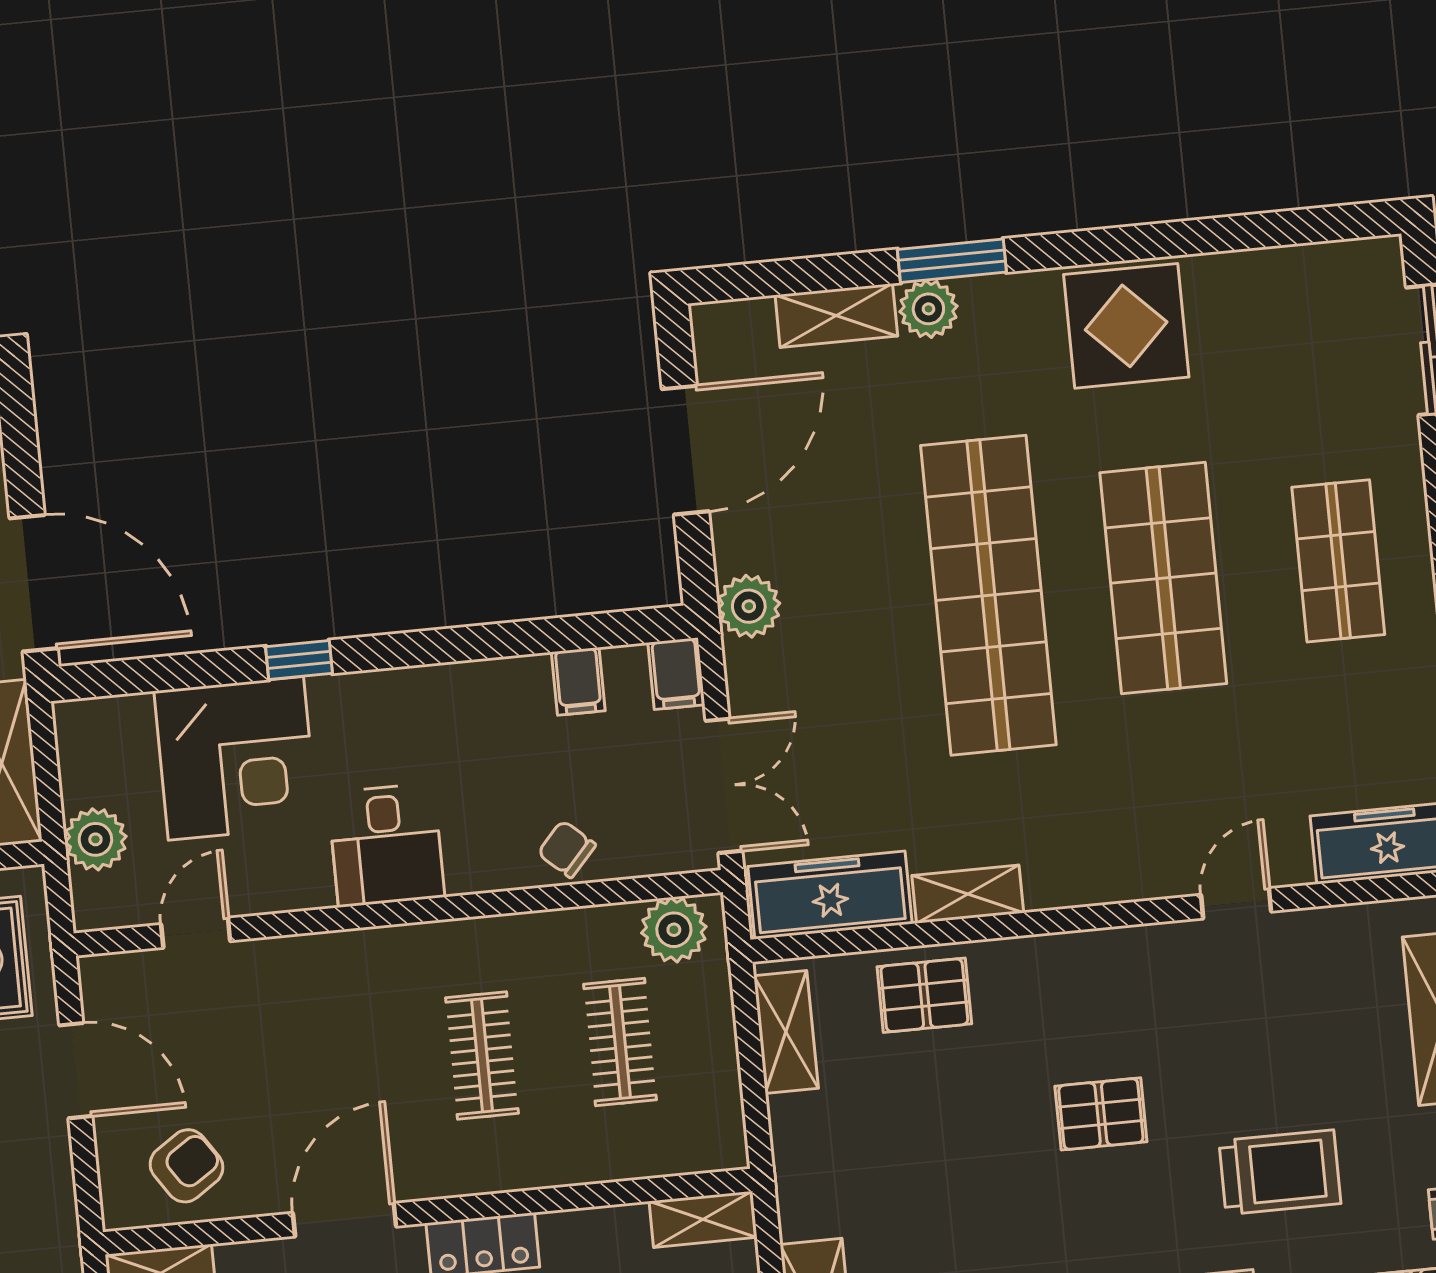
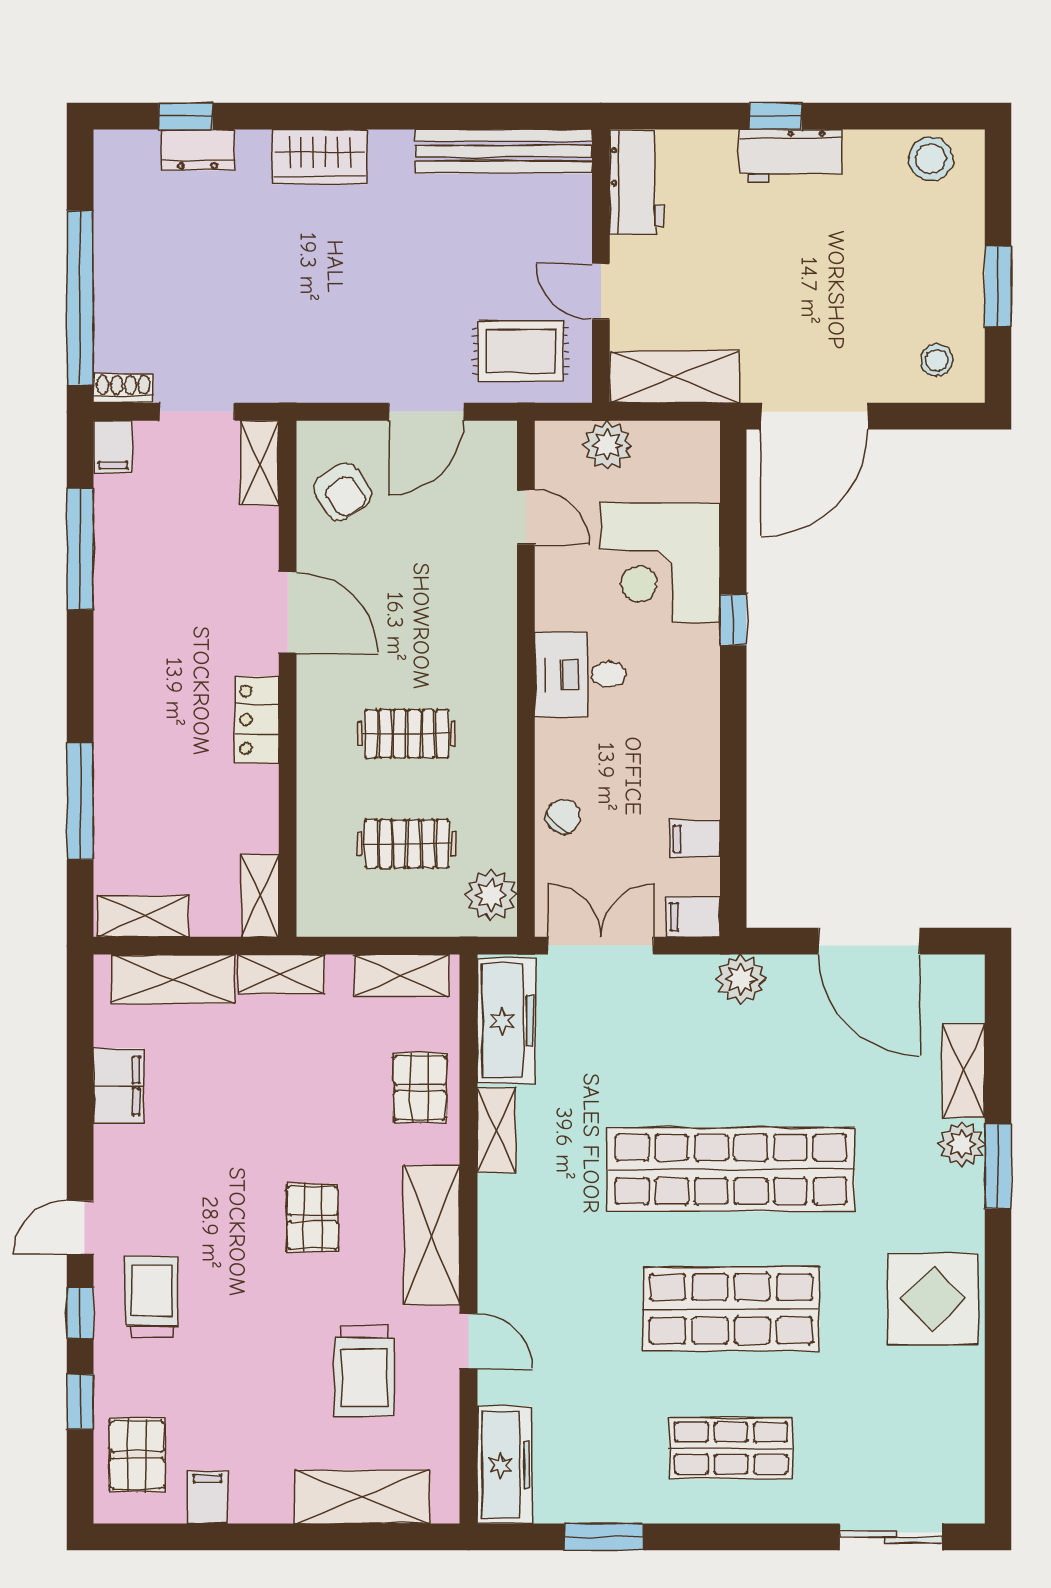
double door: (724, 786) -> (601, 946), swing flipped
shelving: (1108, 962) -> (432, 1235), added
trolley: (1280, 1172) -> (364, 1371), moved
shelving: (799, 1183) -> (281, 974), added

